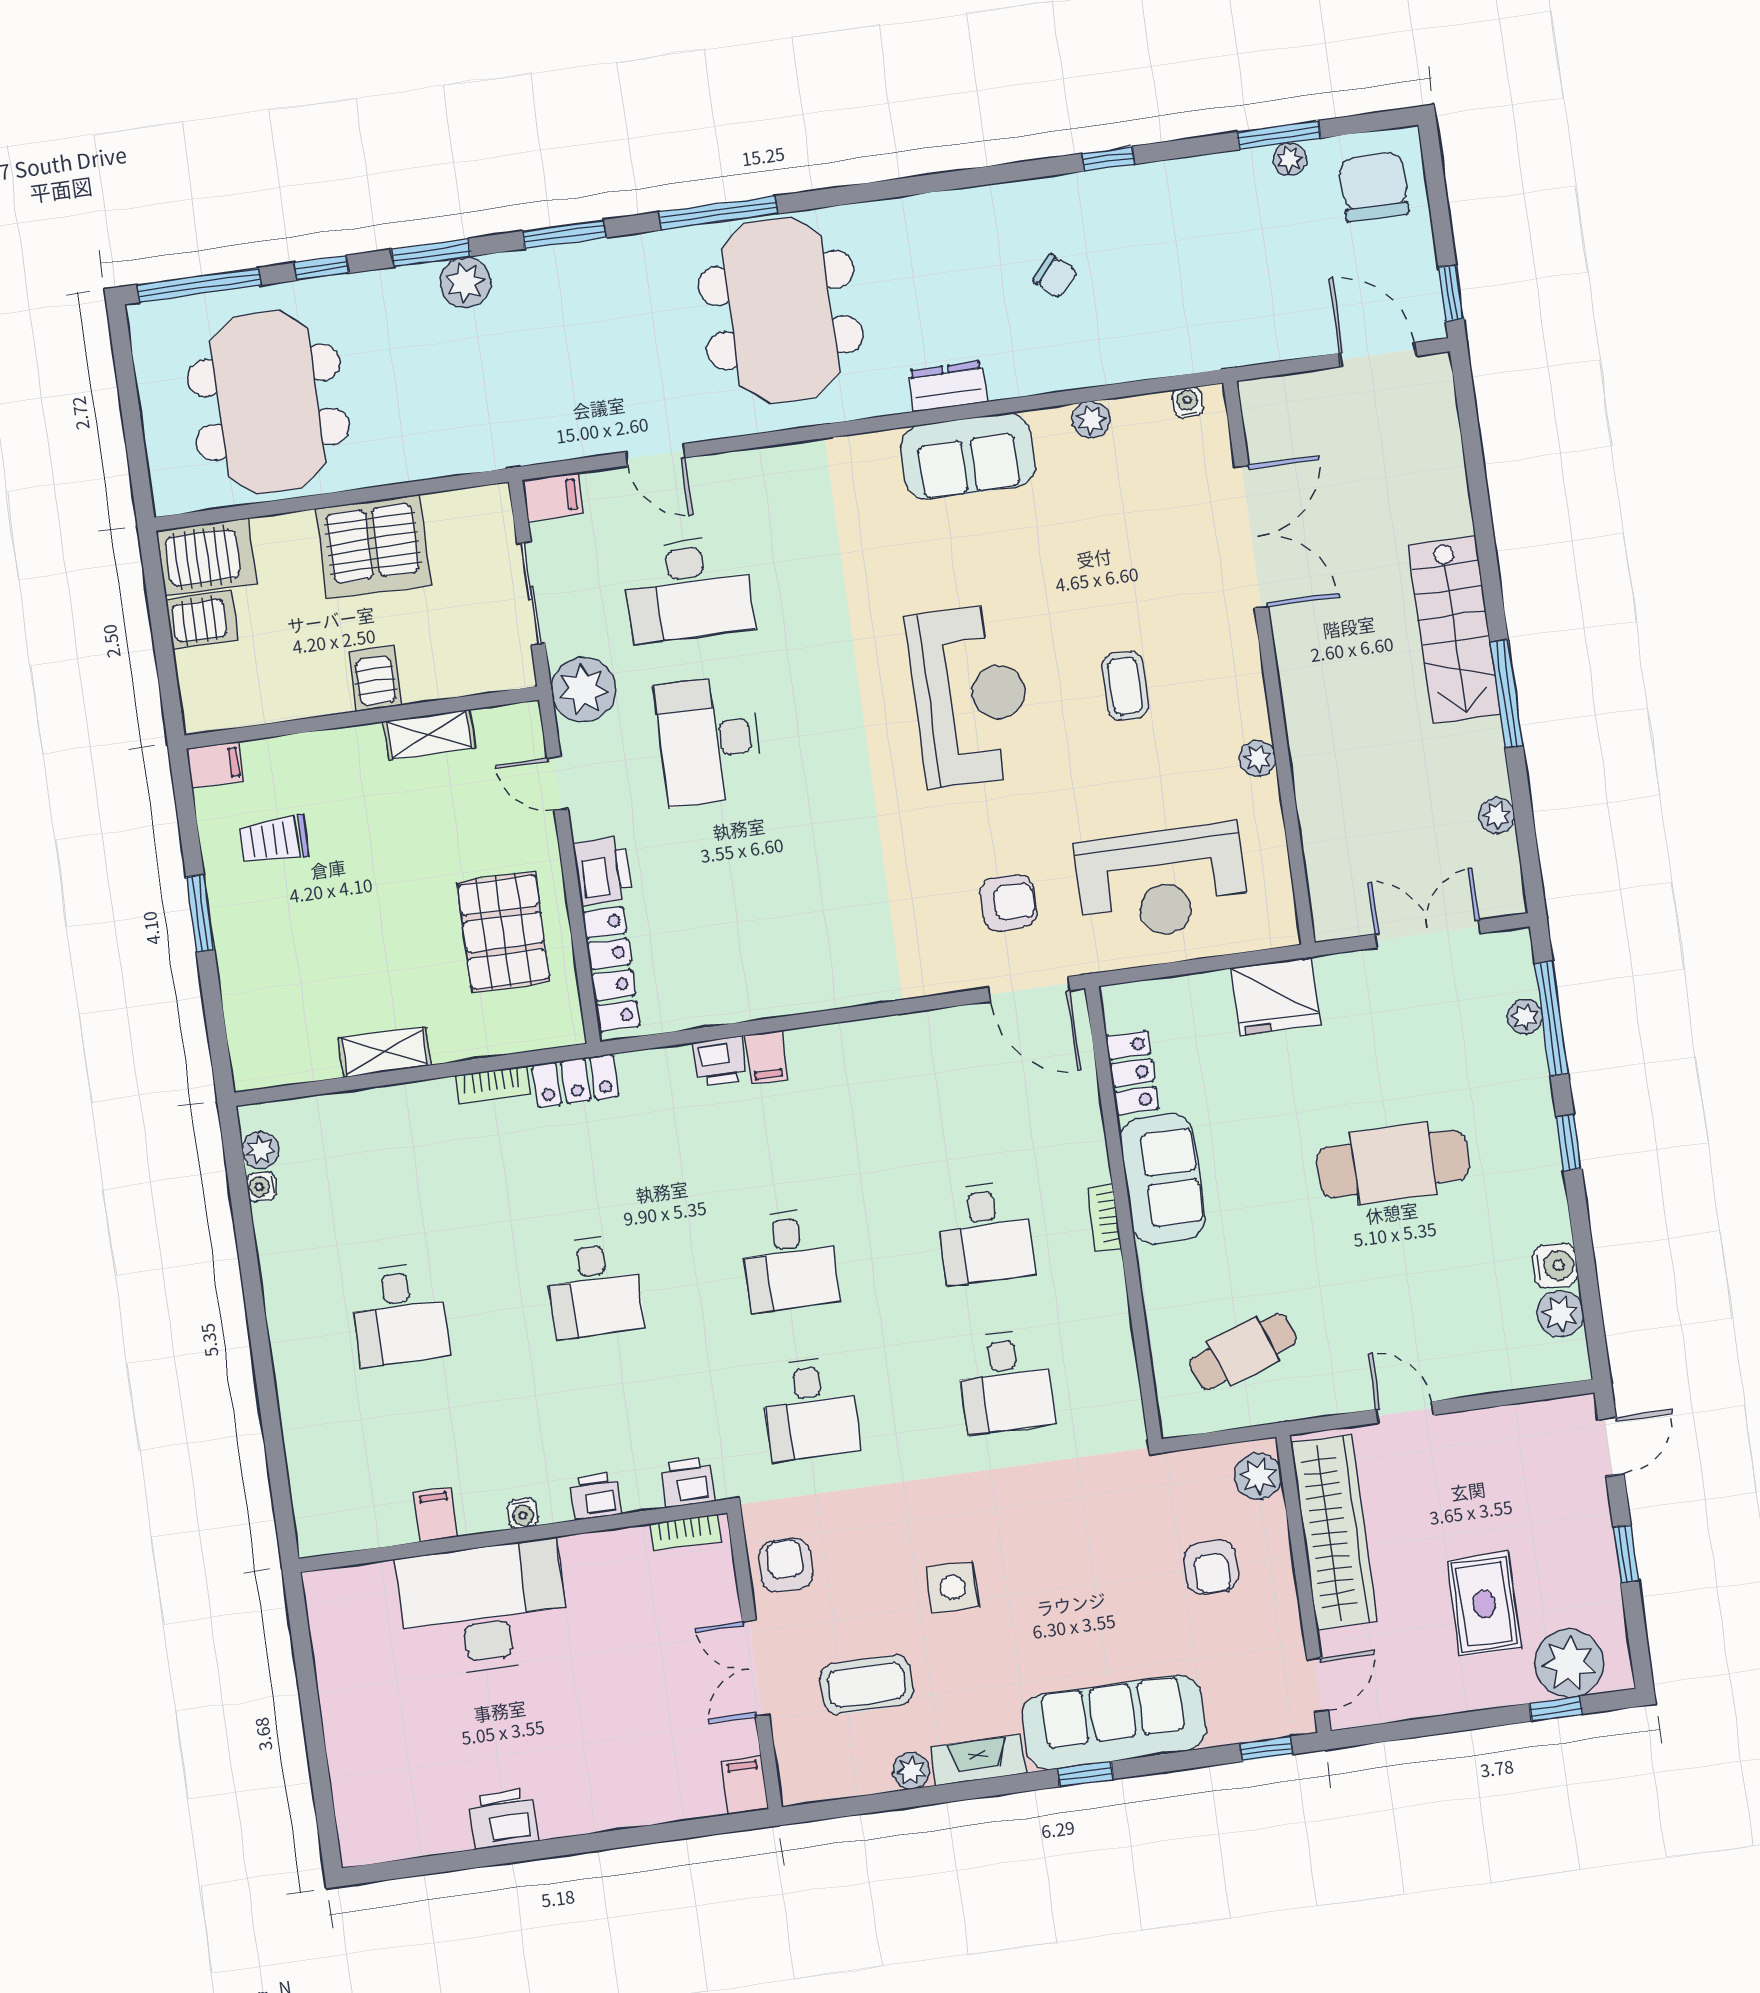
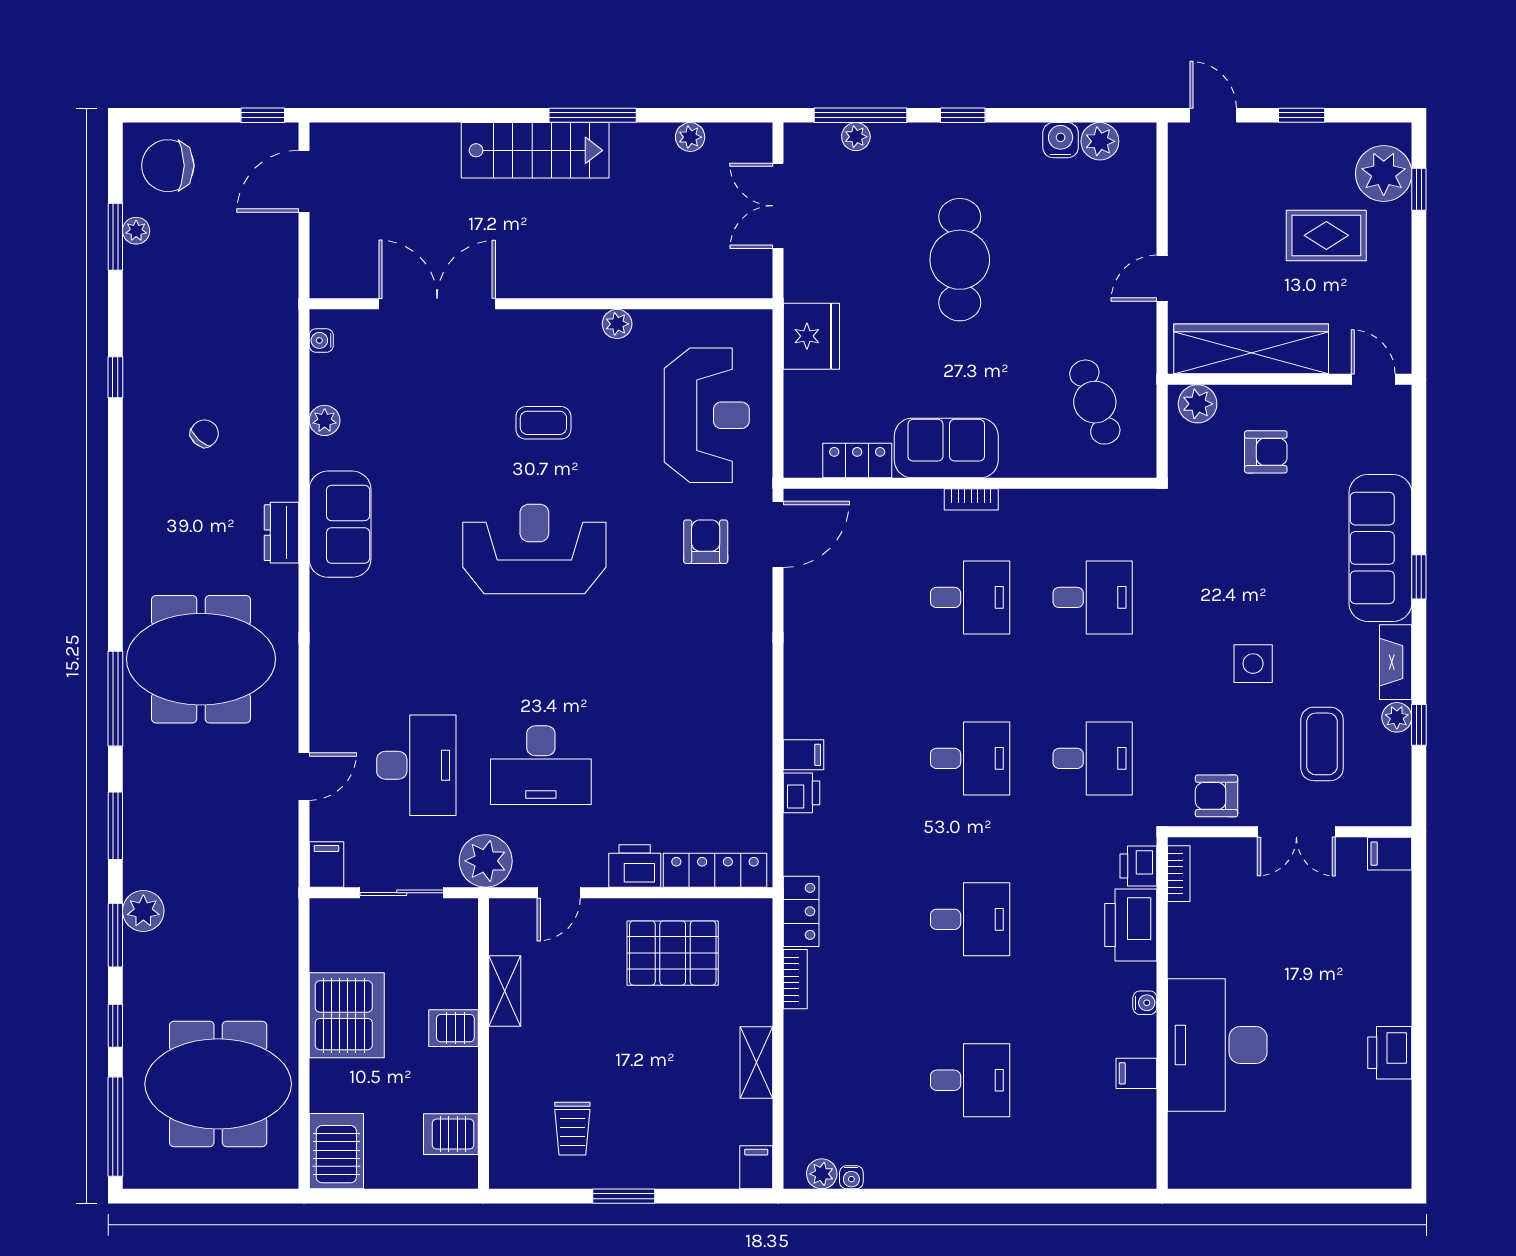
server rack: (202, 620) -> (451, 1134), moved, turned -90
filing cabinet: (215, 765) -> (756, 1167), moved
printer: (596, 1496) -> (1131, 925), width x1.87, depth x1.48
window: (1266, 1749) -> (1419, 725), moved

